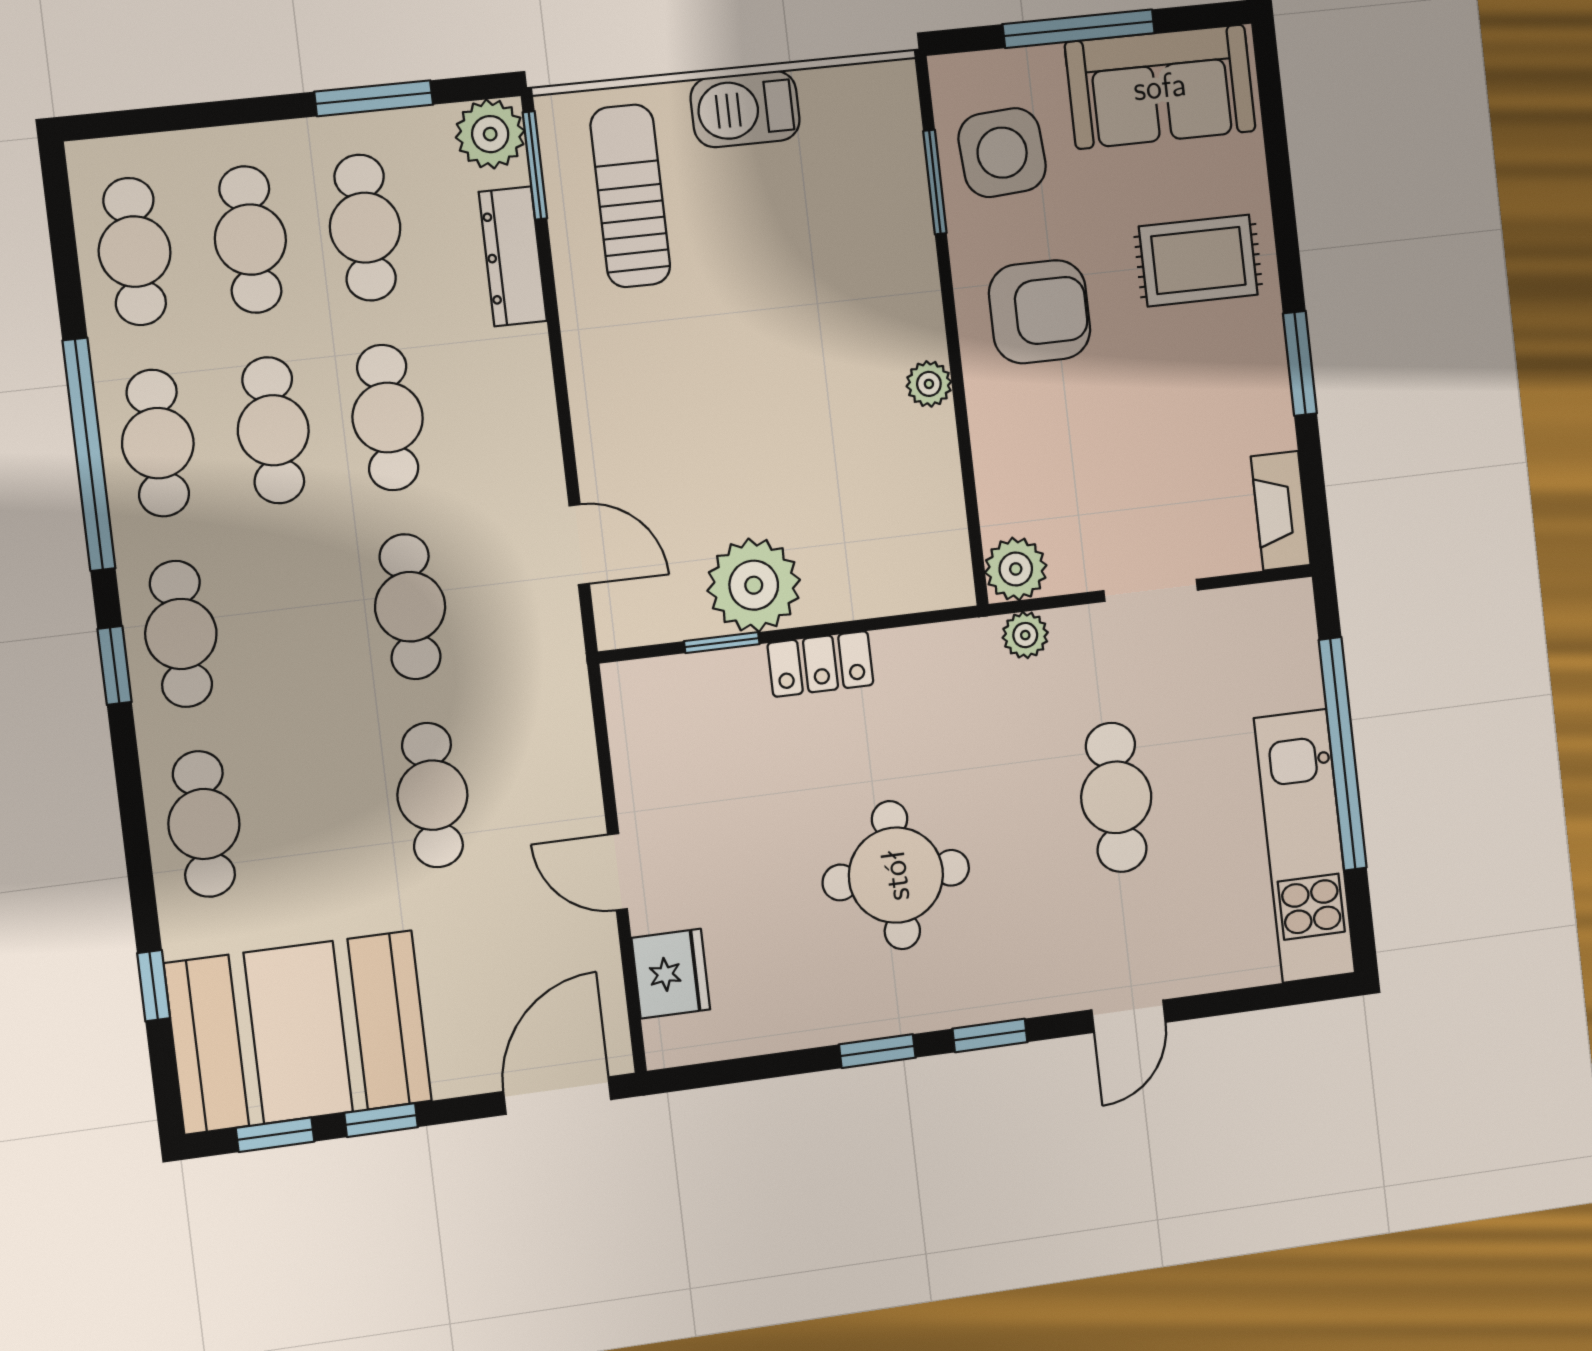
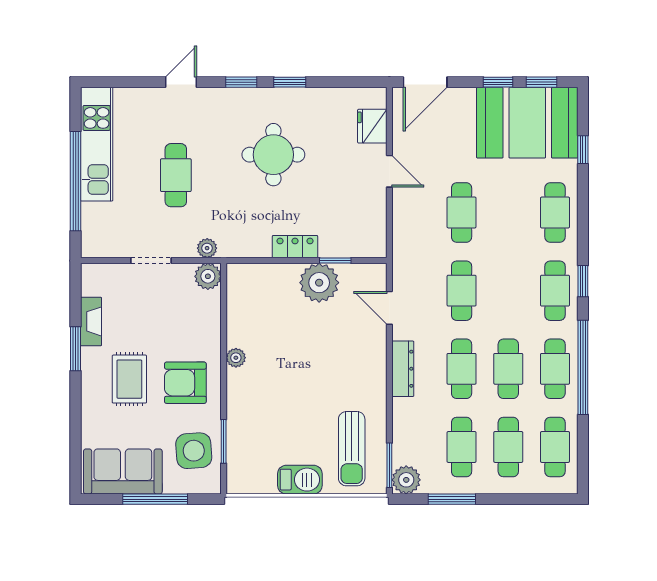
dresser: (513, 256) -> (403, 369), moved
rug: (1198, 261) -> (129, 379), moved, turned 90
fireplace: (1281, 511) -> (91, 321), moved

